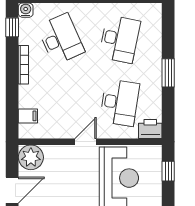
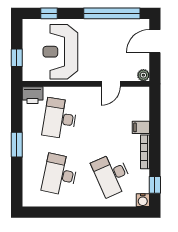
filing cabinet: (28, 116) -> (141, 127), moved
door: (86, 142) -> (111, 84), moved
plant: (31, 157) -> (143, 75), width x0.53, depth x0.53

